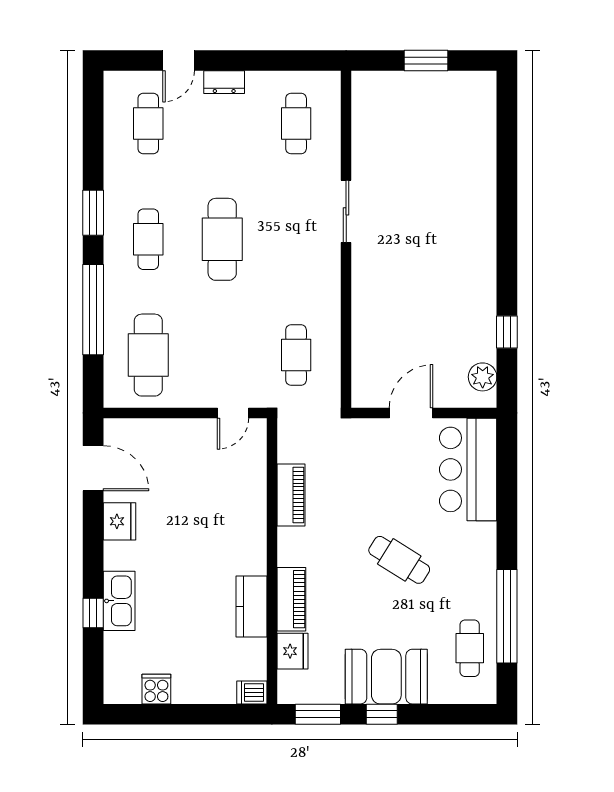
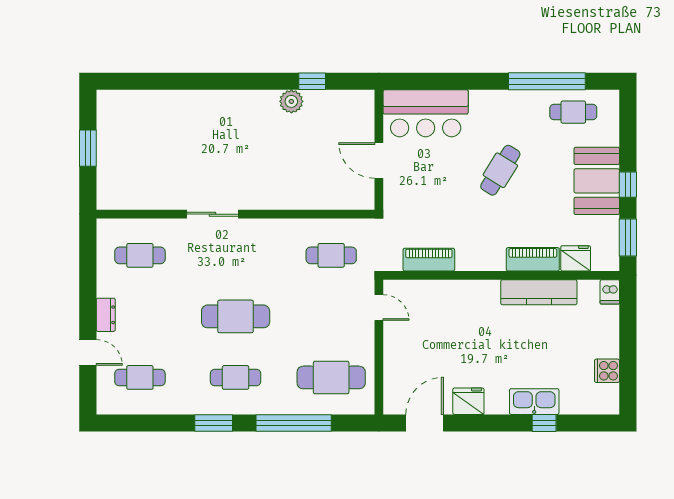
plant: (483, 377) -> (291, 101), moved
piano: (291, 495) -> (429, 260), moved
kitchen counter: (252, 607) -> (539, 292), width x1.50

